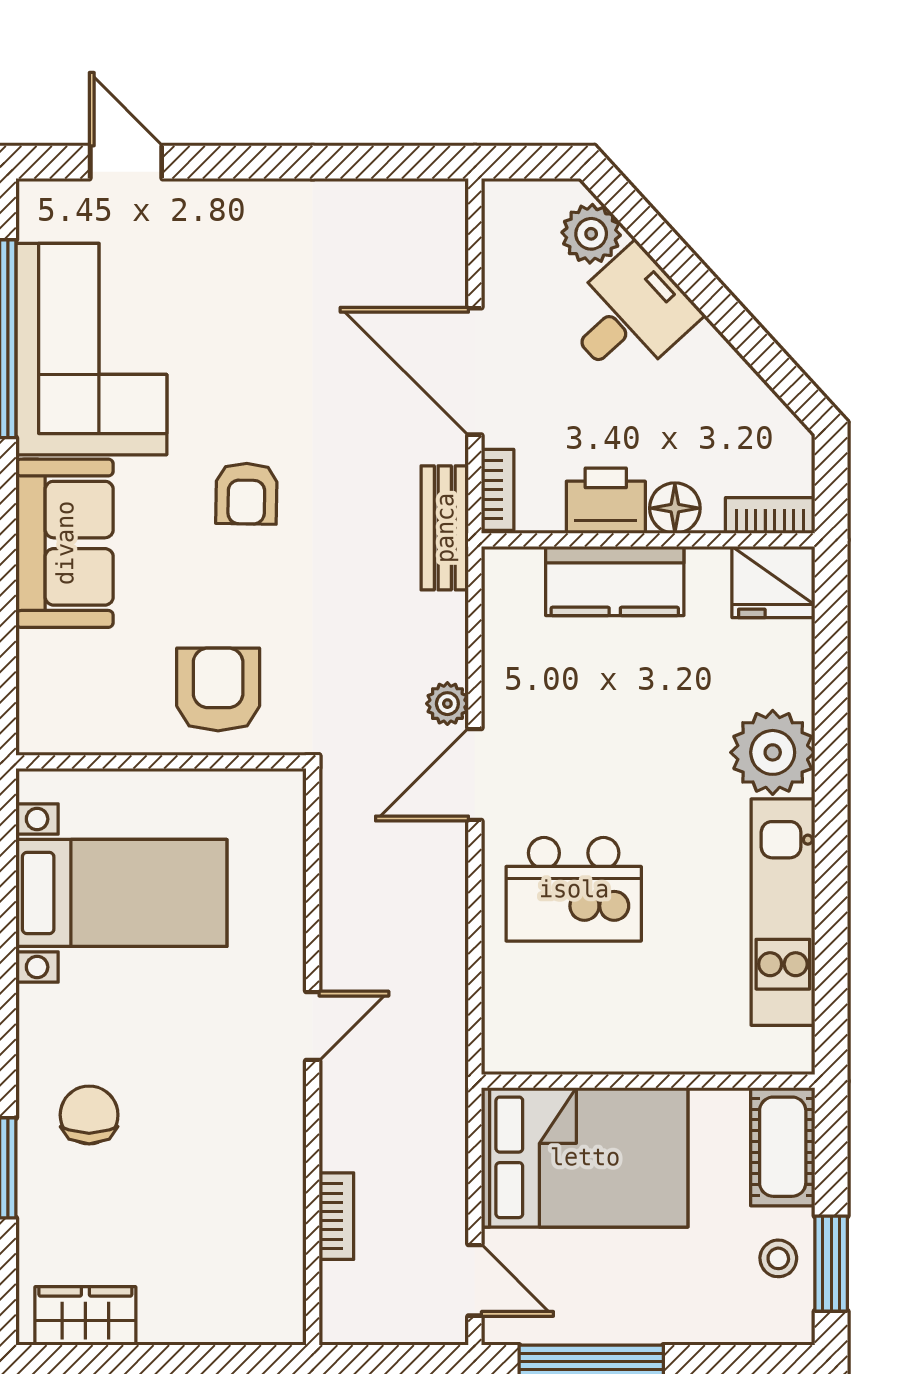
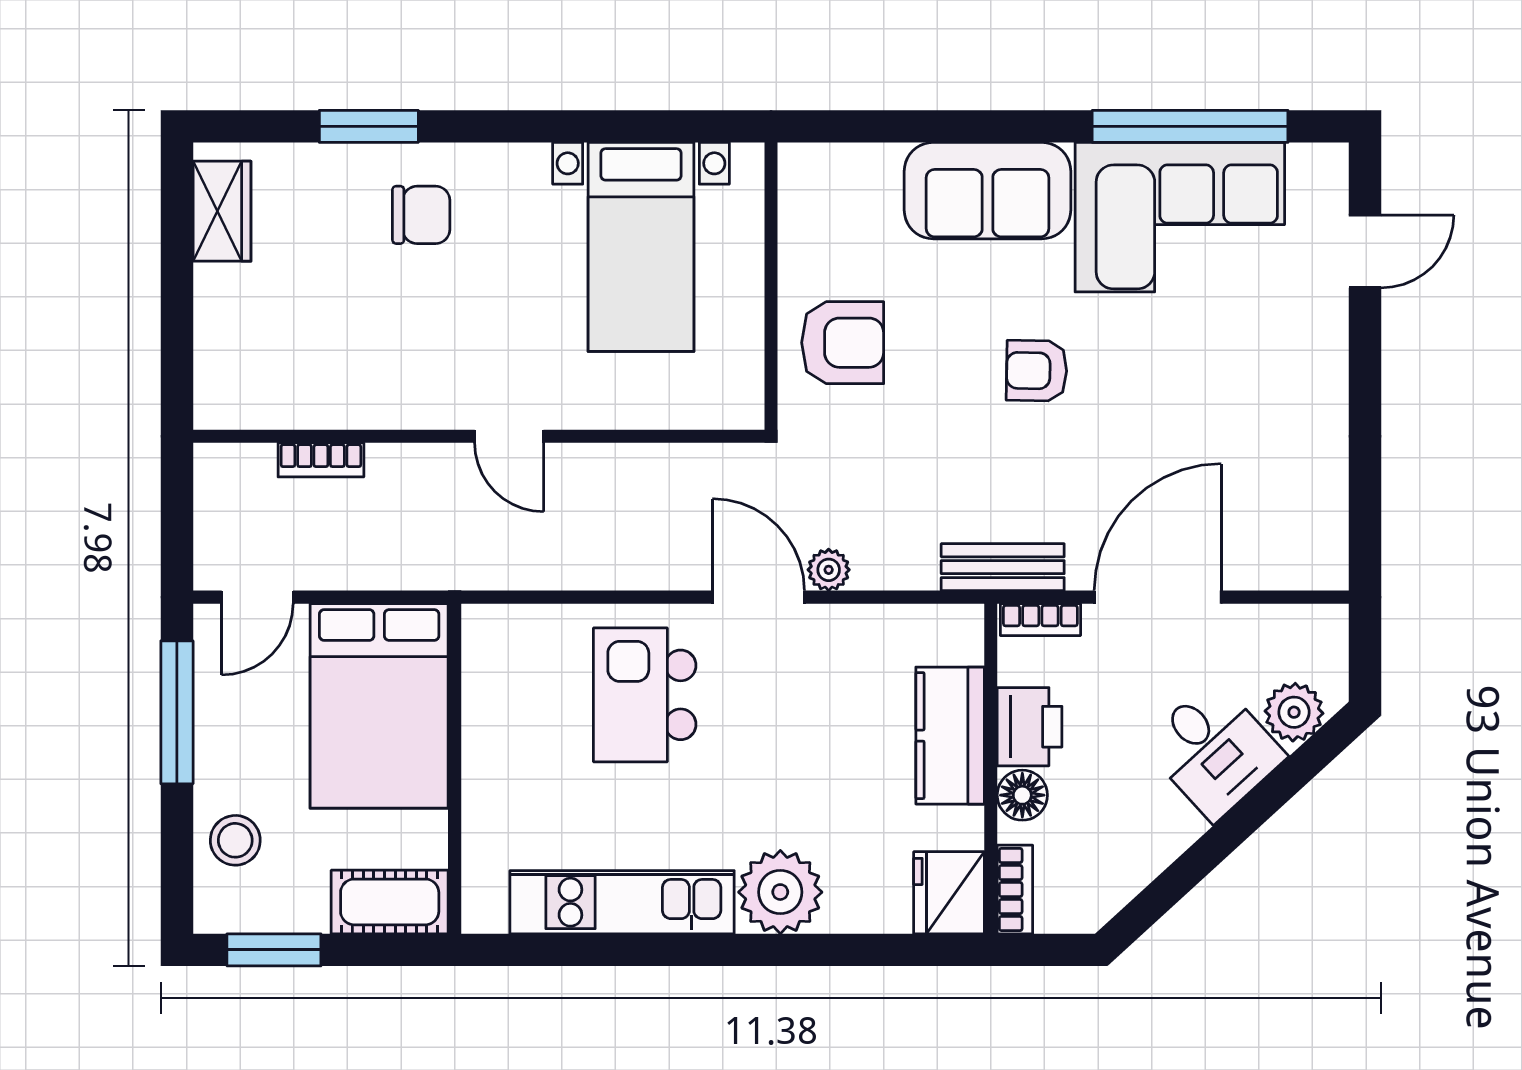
stool: (778, 1258) -> (235, 840), moved, width x1.37, depth x1.37

